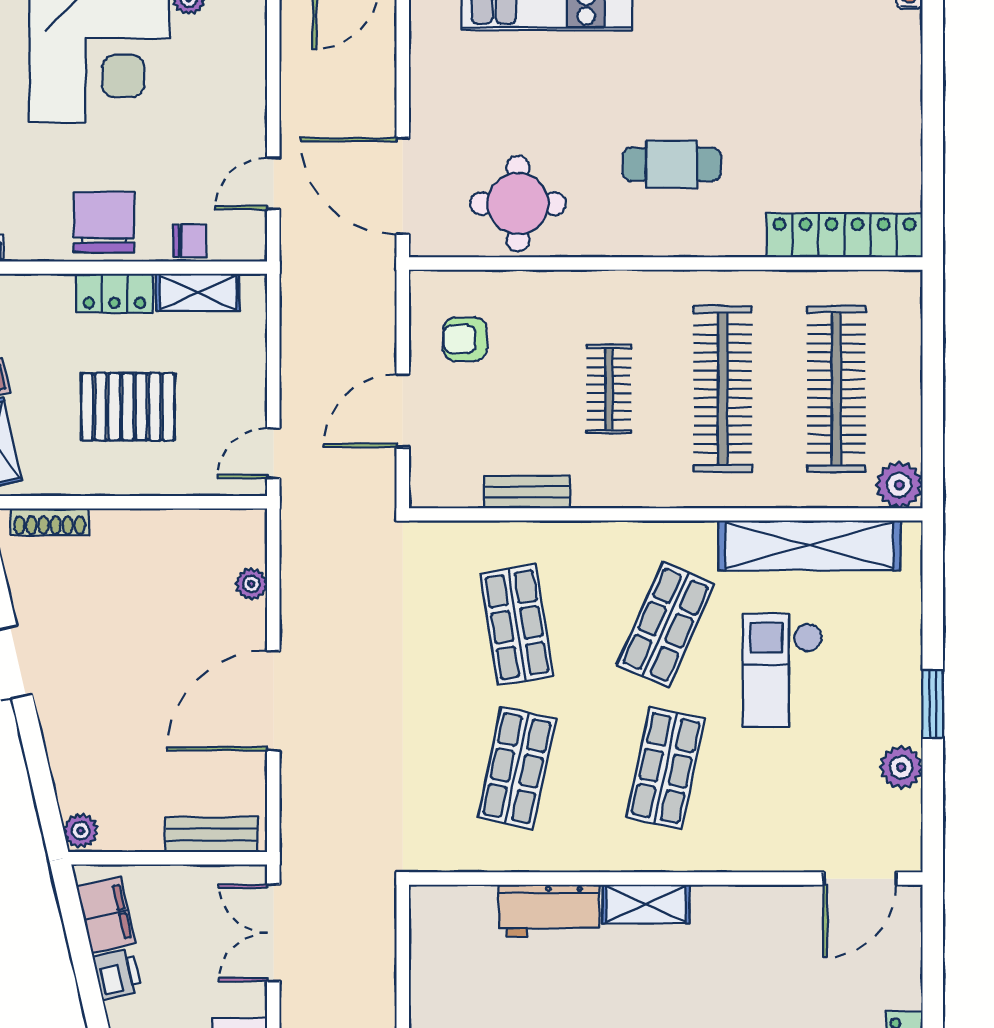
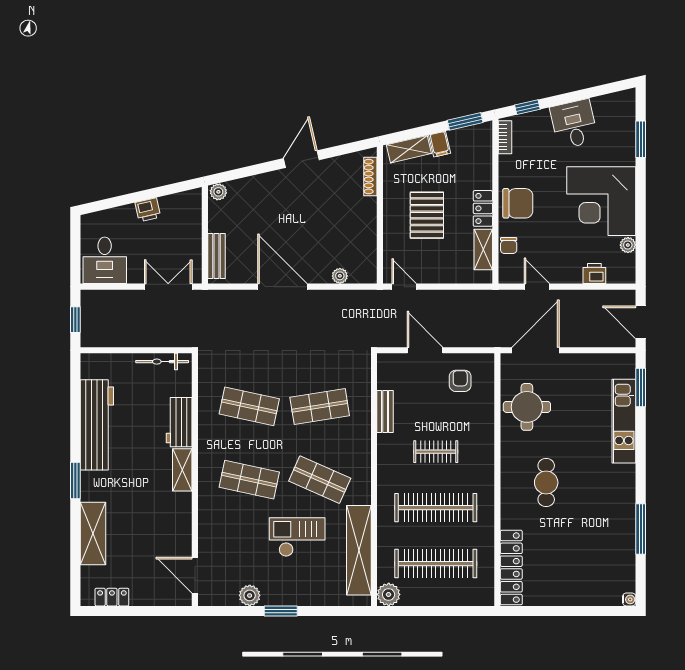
printer: (247, 66) -> (594, 273), added
filing cabinet: (106, 915) -> (177, 204), removed
bicycle: (426, 945) -> (162, 362), added

